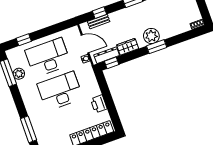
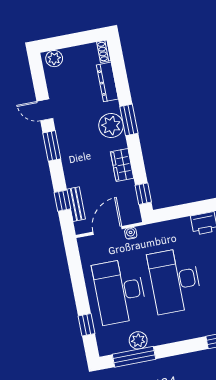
dresser: (107, 55) -> (107, 82), moved

